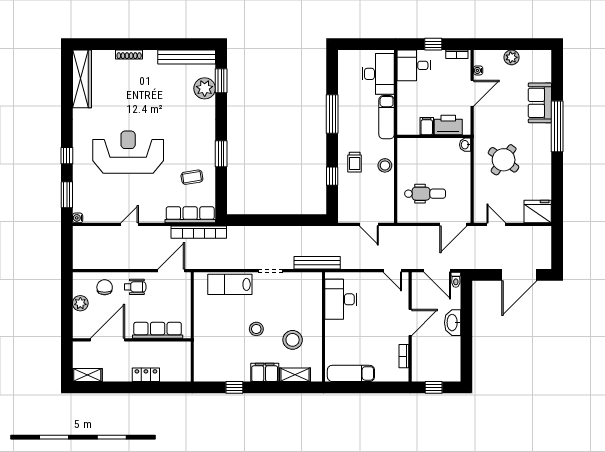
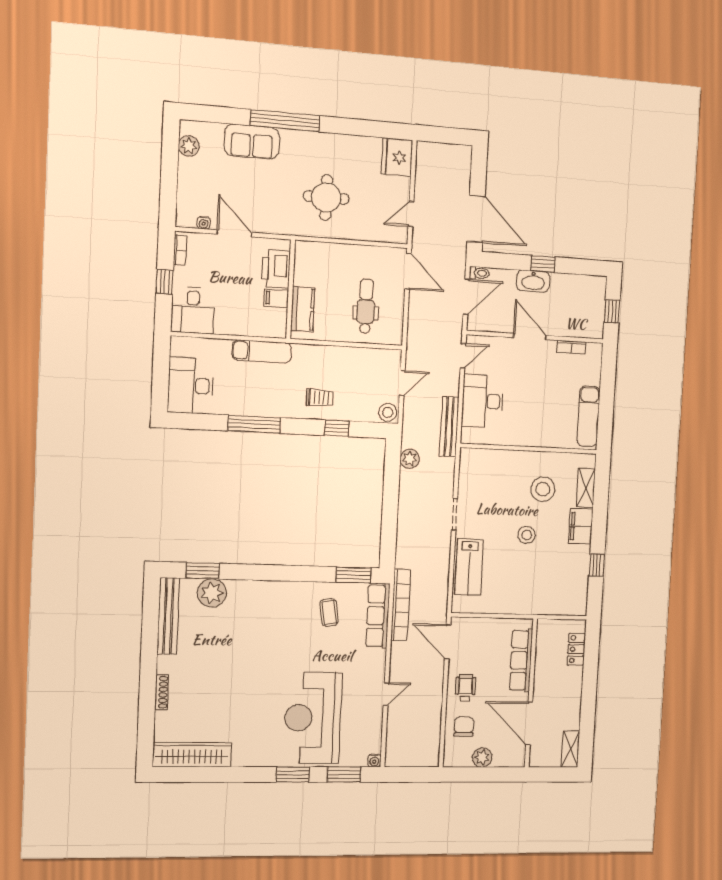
plant: (512, 57) -> (189, 146), moved
desk: (378, 74) -> (190, 386), moved, turned -90
washbasin: (465, 145) -> (304, 248), removed
kitchen counter: (420, 146) -> (303, 309), added
reception desk: (128, 152) -> (313, 718), moved
window: (221, 154) -> (353, 575), moved
window: (67, 156) -> (293, 774), width x1.50
round table: (504, 160) -> (326, 198), turned -36
stool: (385, 165) -> (388, 412), moved
door: (130, 224) -> (386, 694), swing flipped
plant: (312, 233) -> (410, 459), added
bench: (317, 263) -> (449, 427), moved
door: (519, 275) -> (476, 219), moved
chair: (105, 287) -> (464, 727), turned 90
desk: (341, 299) -> (483, 401), moved, turned 90
window: (466, 330) -> (543, 264), added
locker: (146, 375) -> (576, 649), moved

